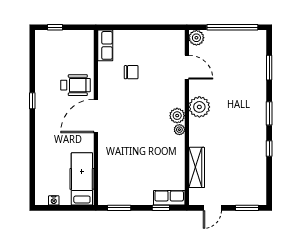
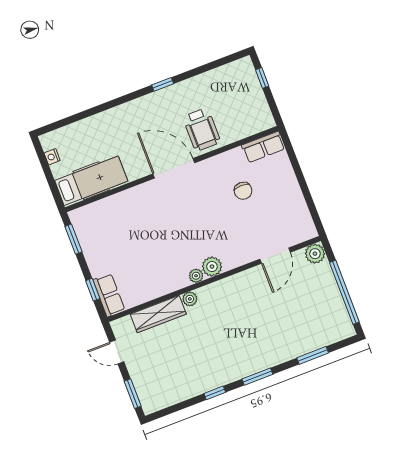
plant: (199, 107) -> (190, 299), moved, width x0.53, depth x0.53

